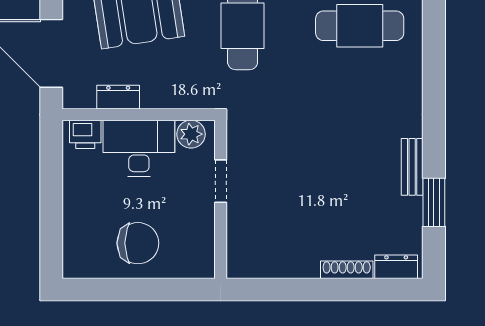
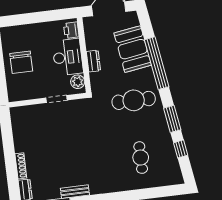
cafe table: (360, 26) -> (141, 158), width x0.73, depth x0.74
dresser: (118, 97) -> (93, 61), moved

